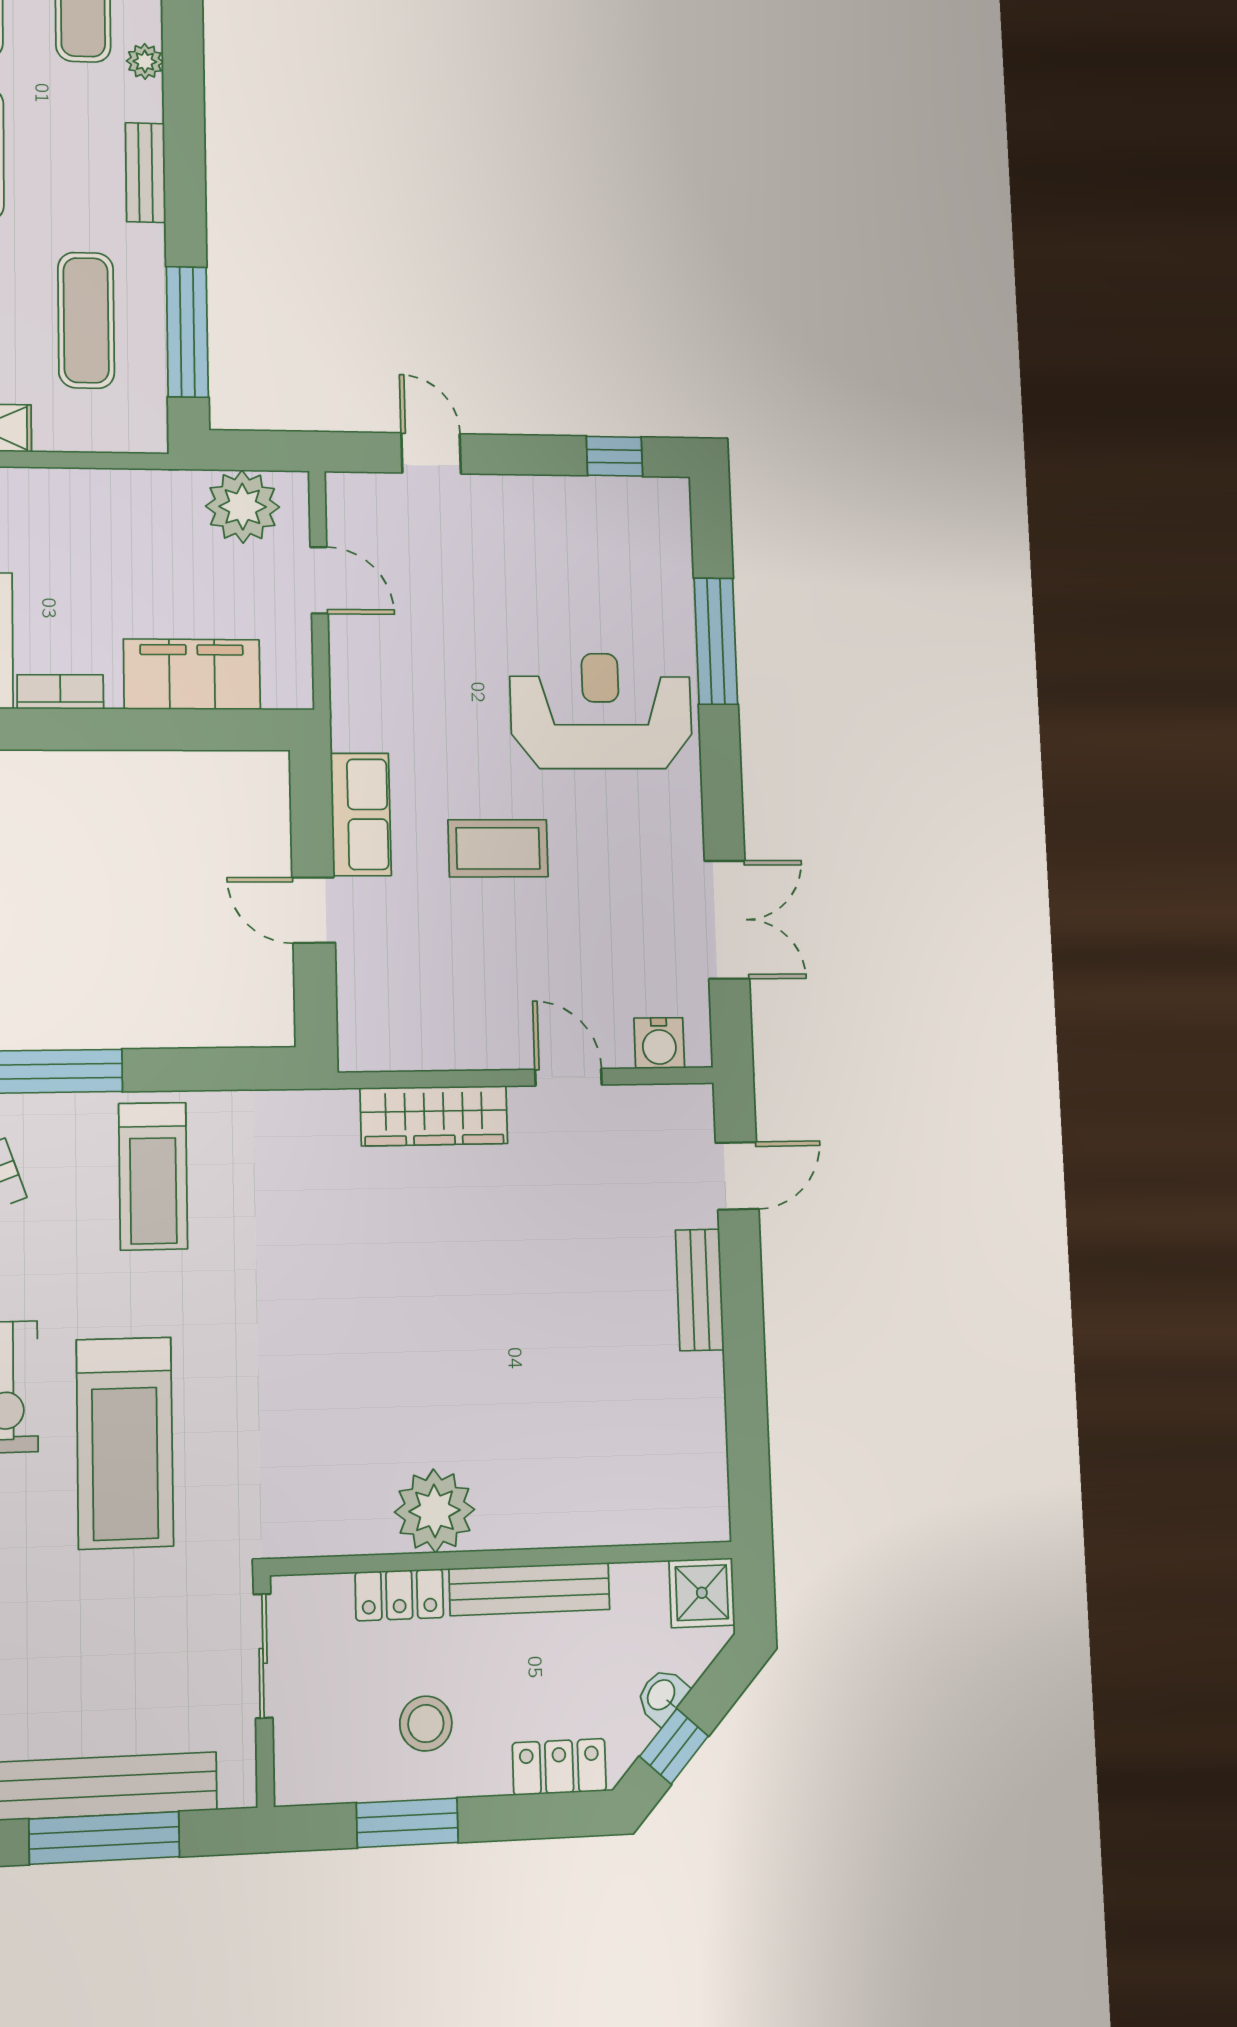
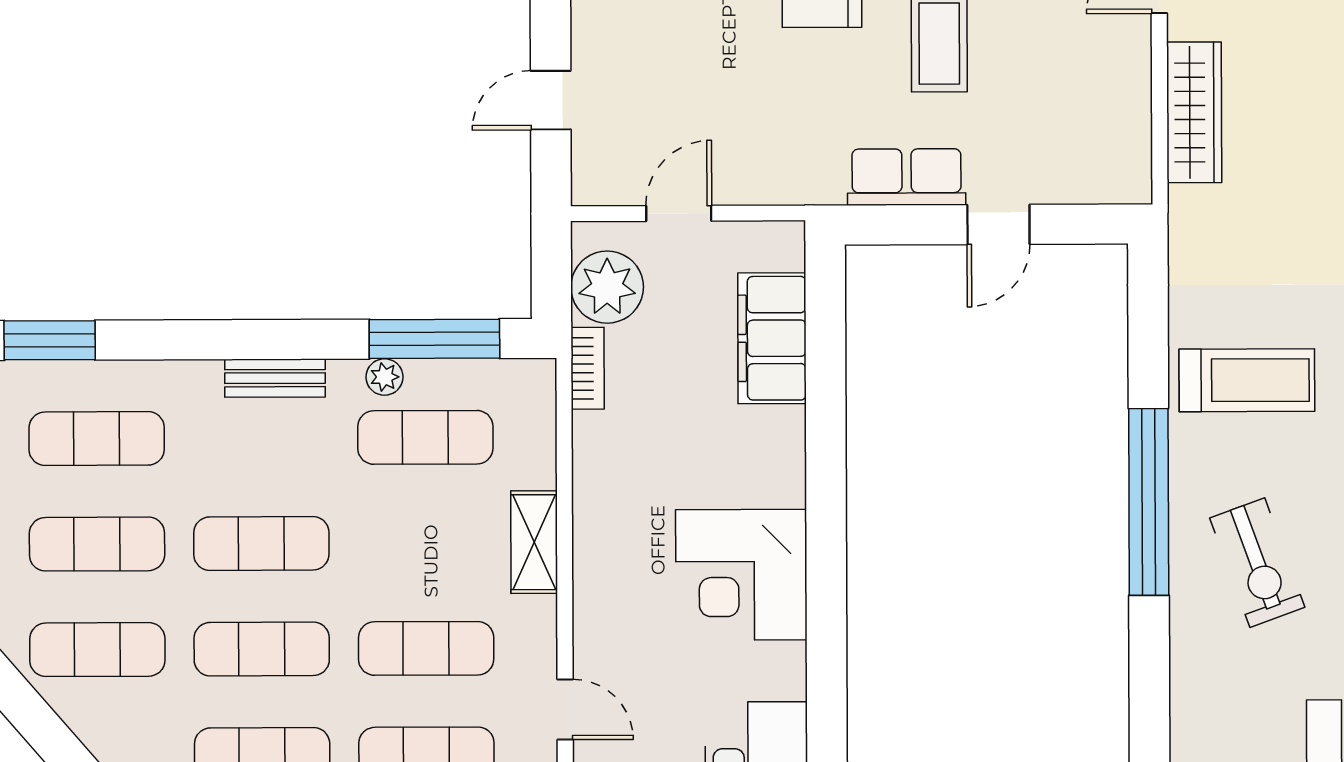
plant: (145, 61) -> (385, 377), moved
bookcase: (60, 692) -> (588, 368), moved, turned 180

